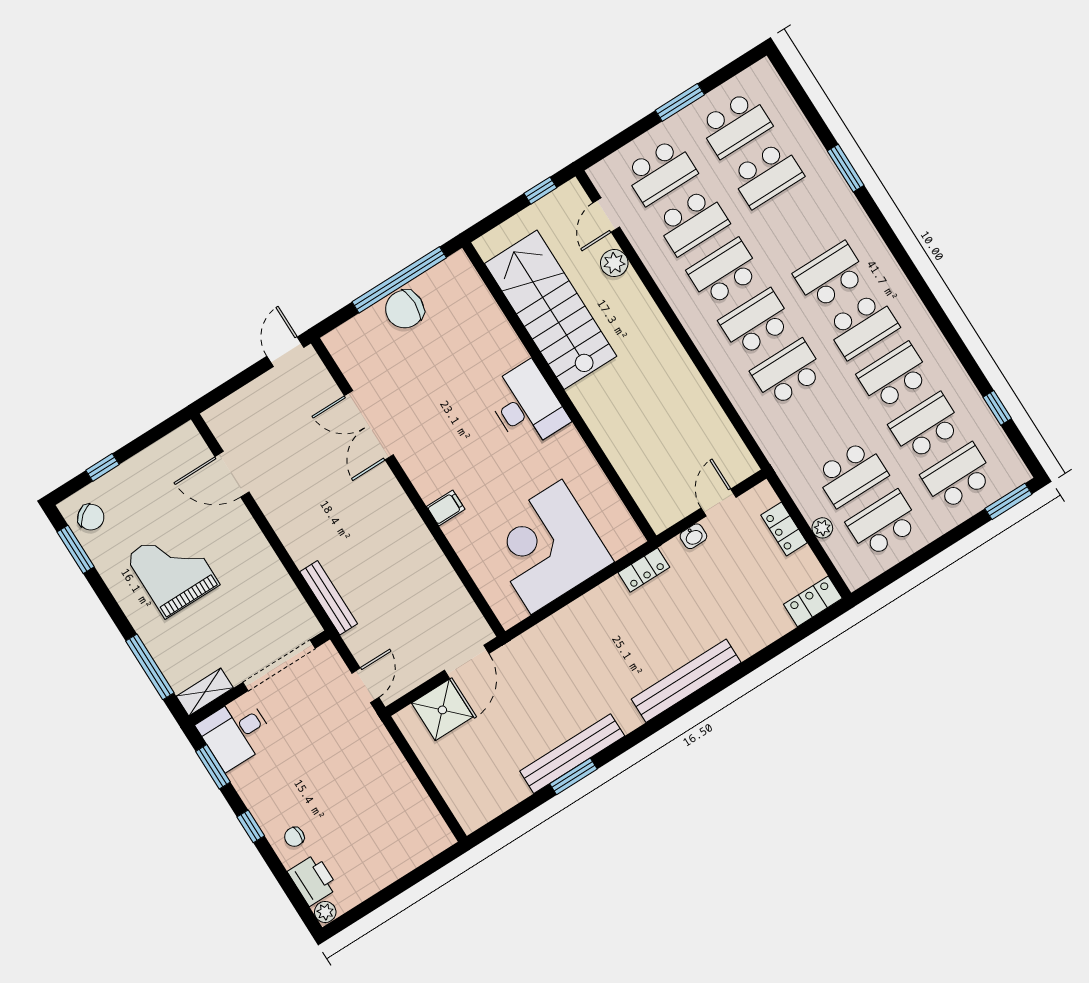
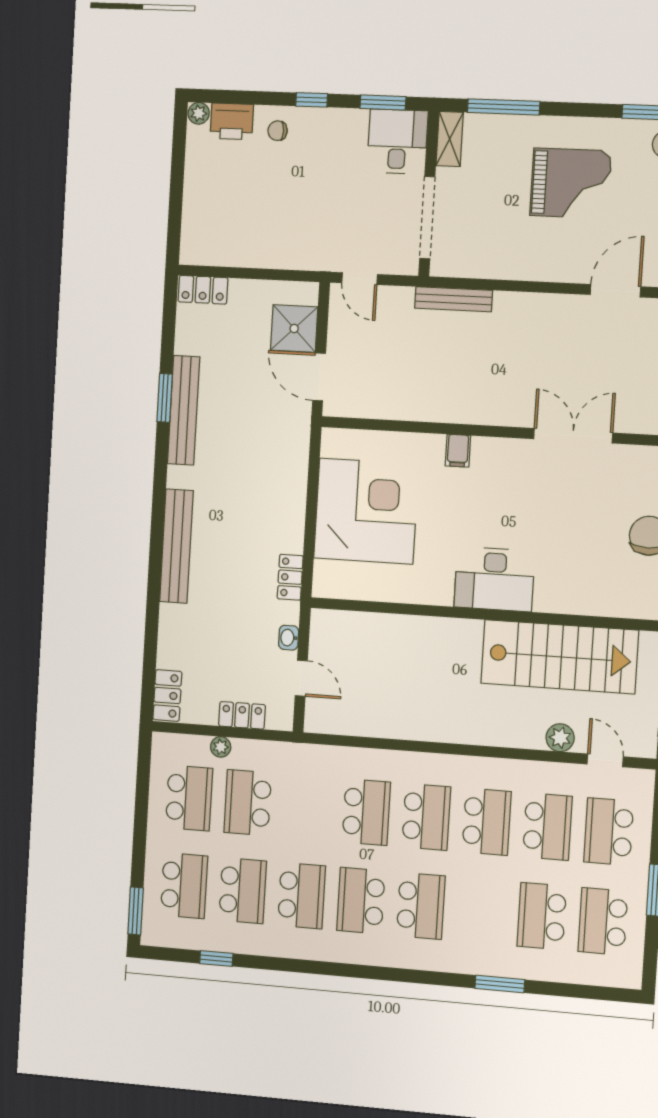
school desk: (692, 222) -> (547, 827), turned 180
locker: (464, 807) -> (203, 290), added
chair: (294, 837) -> (278, 131), turned -90

